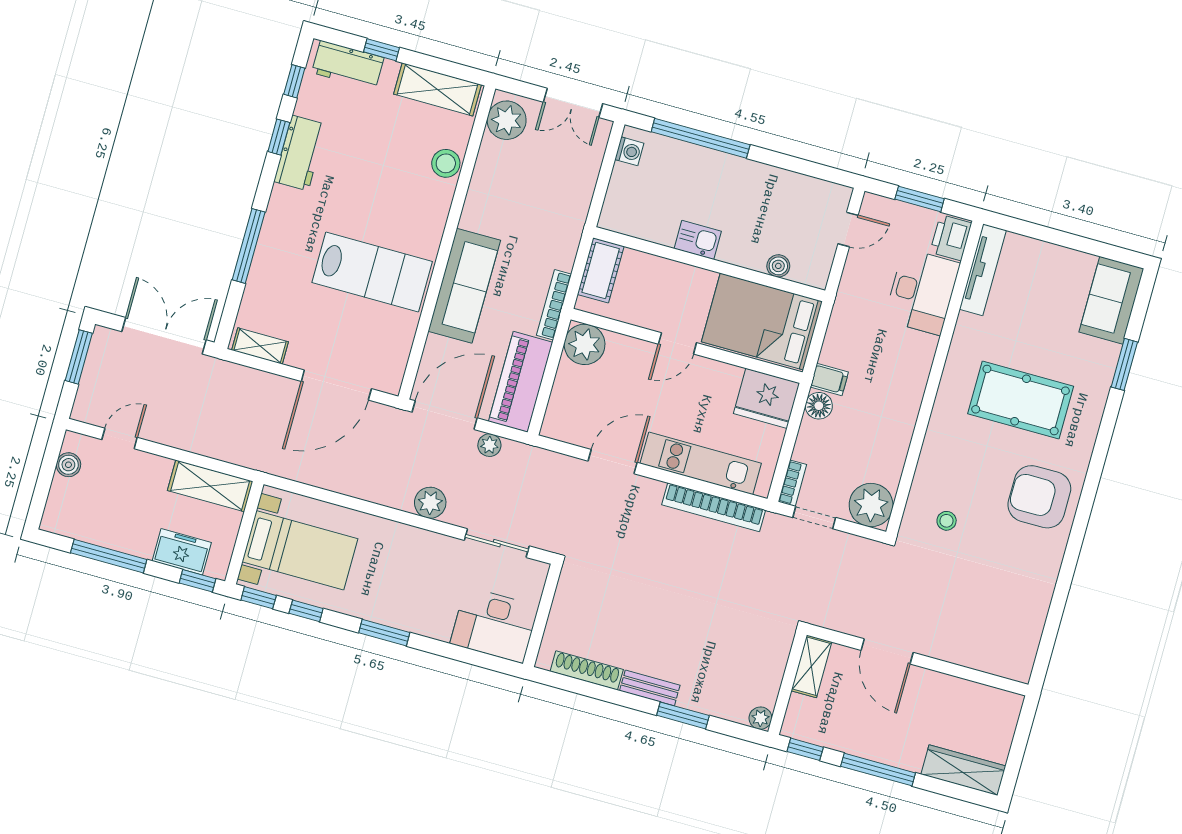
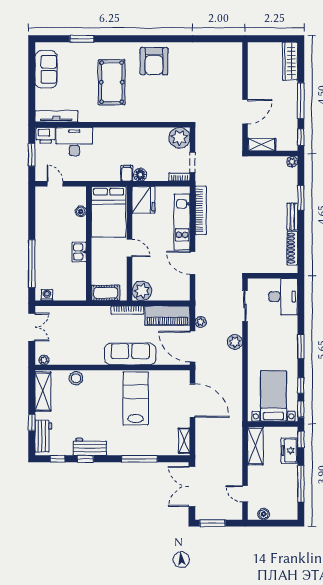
plant: (507, 120) -> (44, 360), width x0.53, depth x0.53
sofa: (1111, 300) -> (46, 69), moved, turned -90
stool: (947, 521) -> (177, 101), removed

